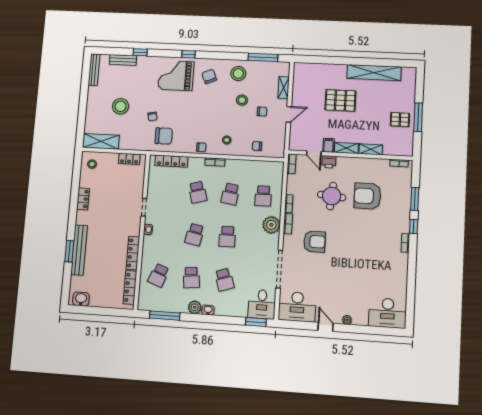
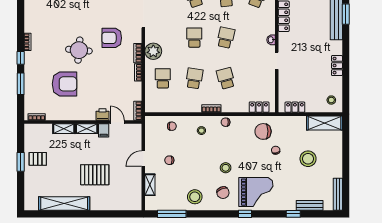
stool: (242, 100) -> (226, 168), moved
window: (418, 117) -> (21, 162), width x0.69
locker: (171, 161) -> (259, 107), width x0.66
round table: (332, 196) -> (79, 50), moved

